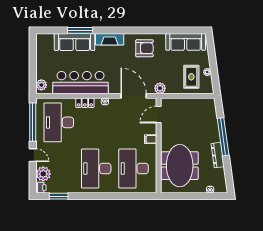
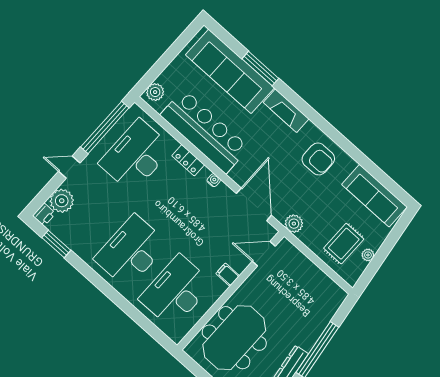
sofa: (75, 42) -> (230, 71), width x1.36, depth x1.27
door: (33, 155) -> (69, 167), swing flipped

